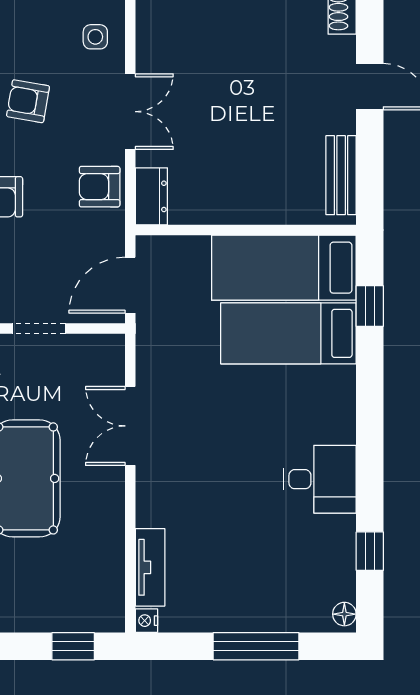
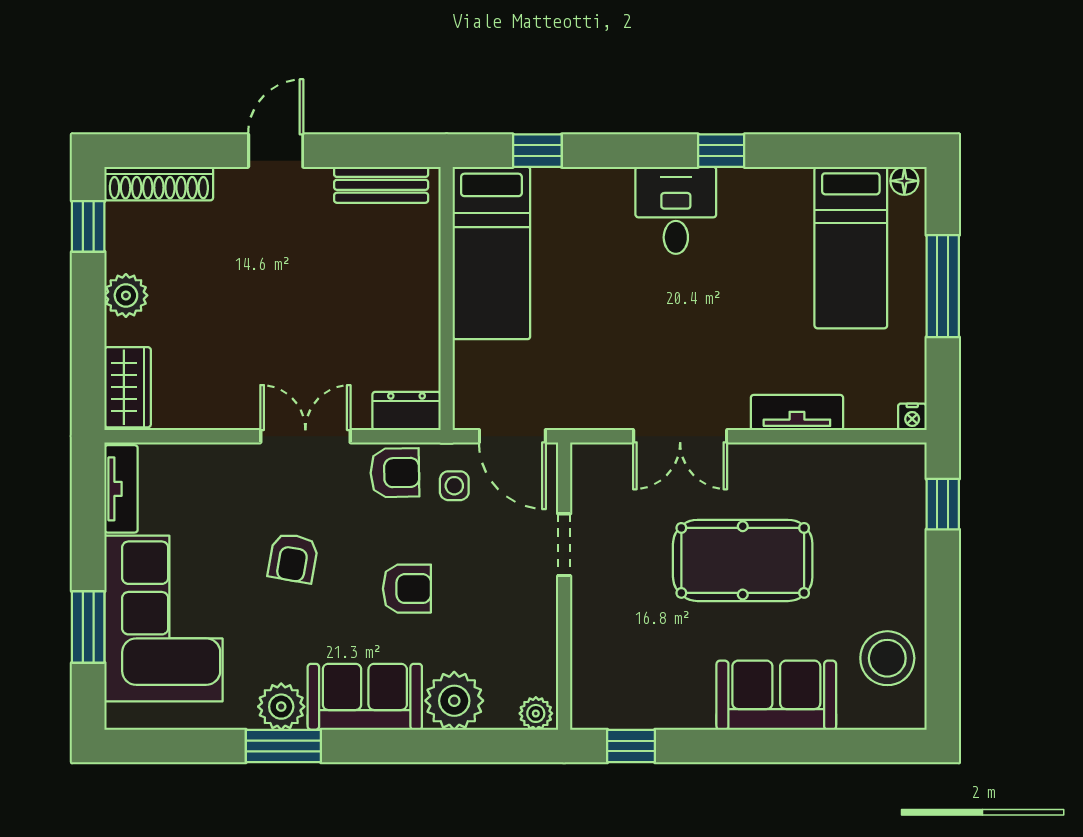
side table: (95, 37) -> (454, 486), moved
armchair: (100, 187) -> (395, 473), turned -91
bed: (288, 333) -> (851, 248), moved
desk: (320, 479) -> (676, 210), moved
window: (370, 551) -> (721, 151), moved
tv unit: (150, 567) -> (797, 412), moved

